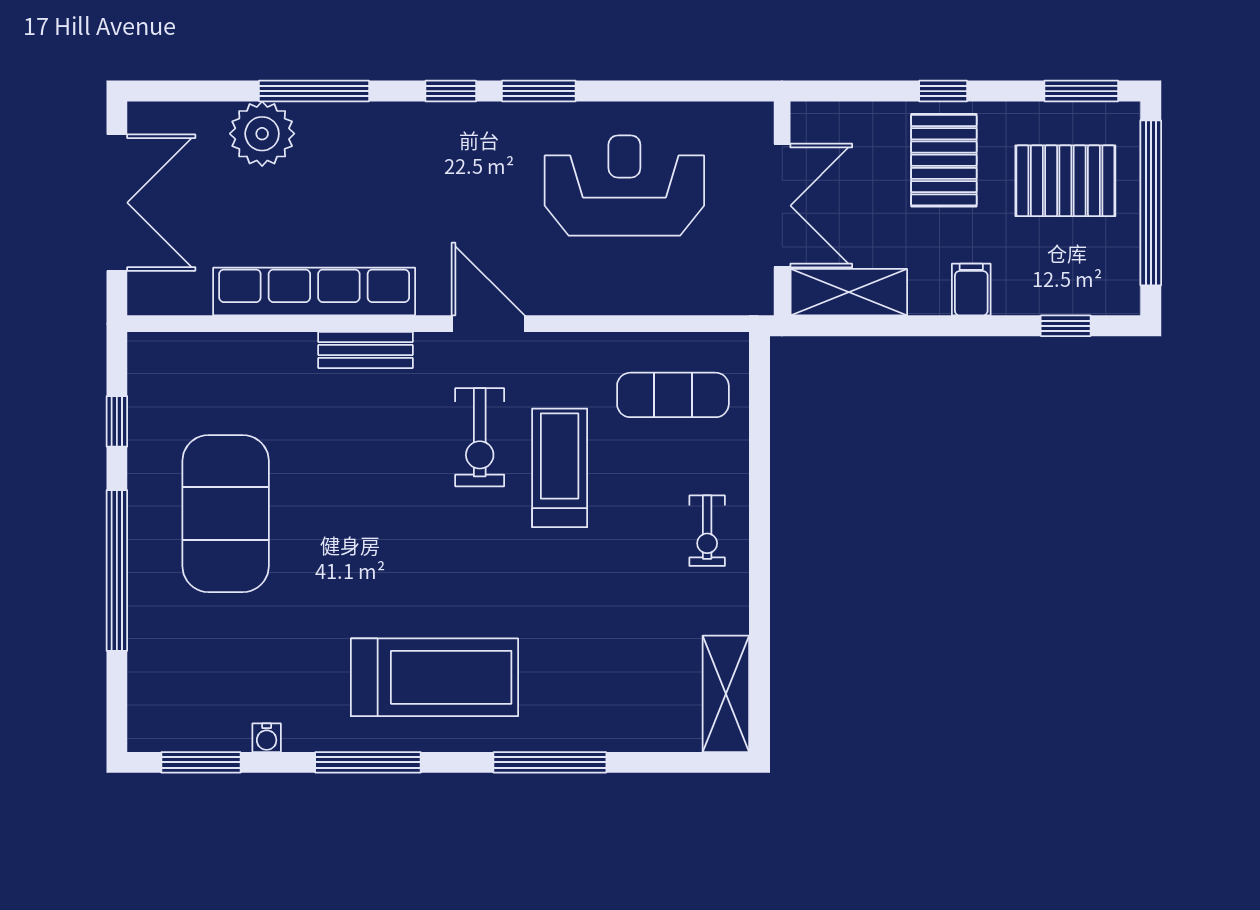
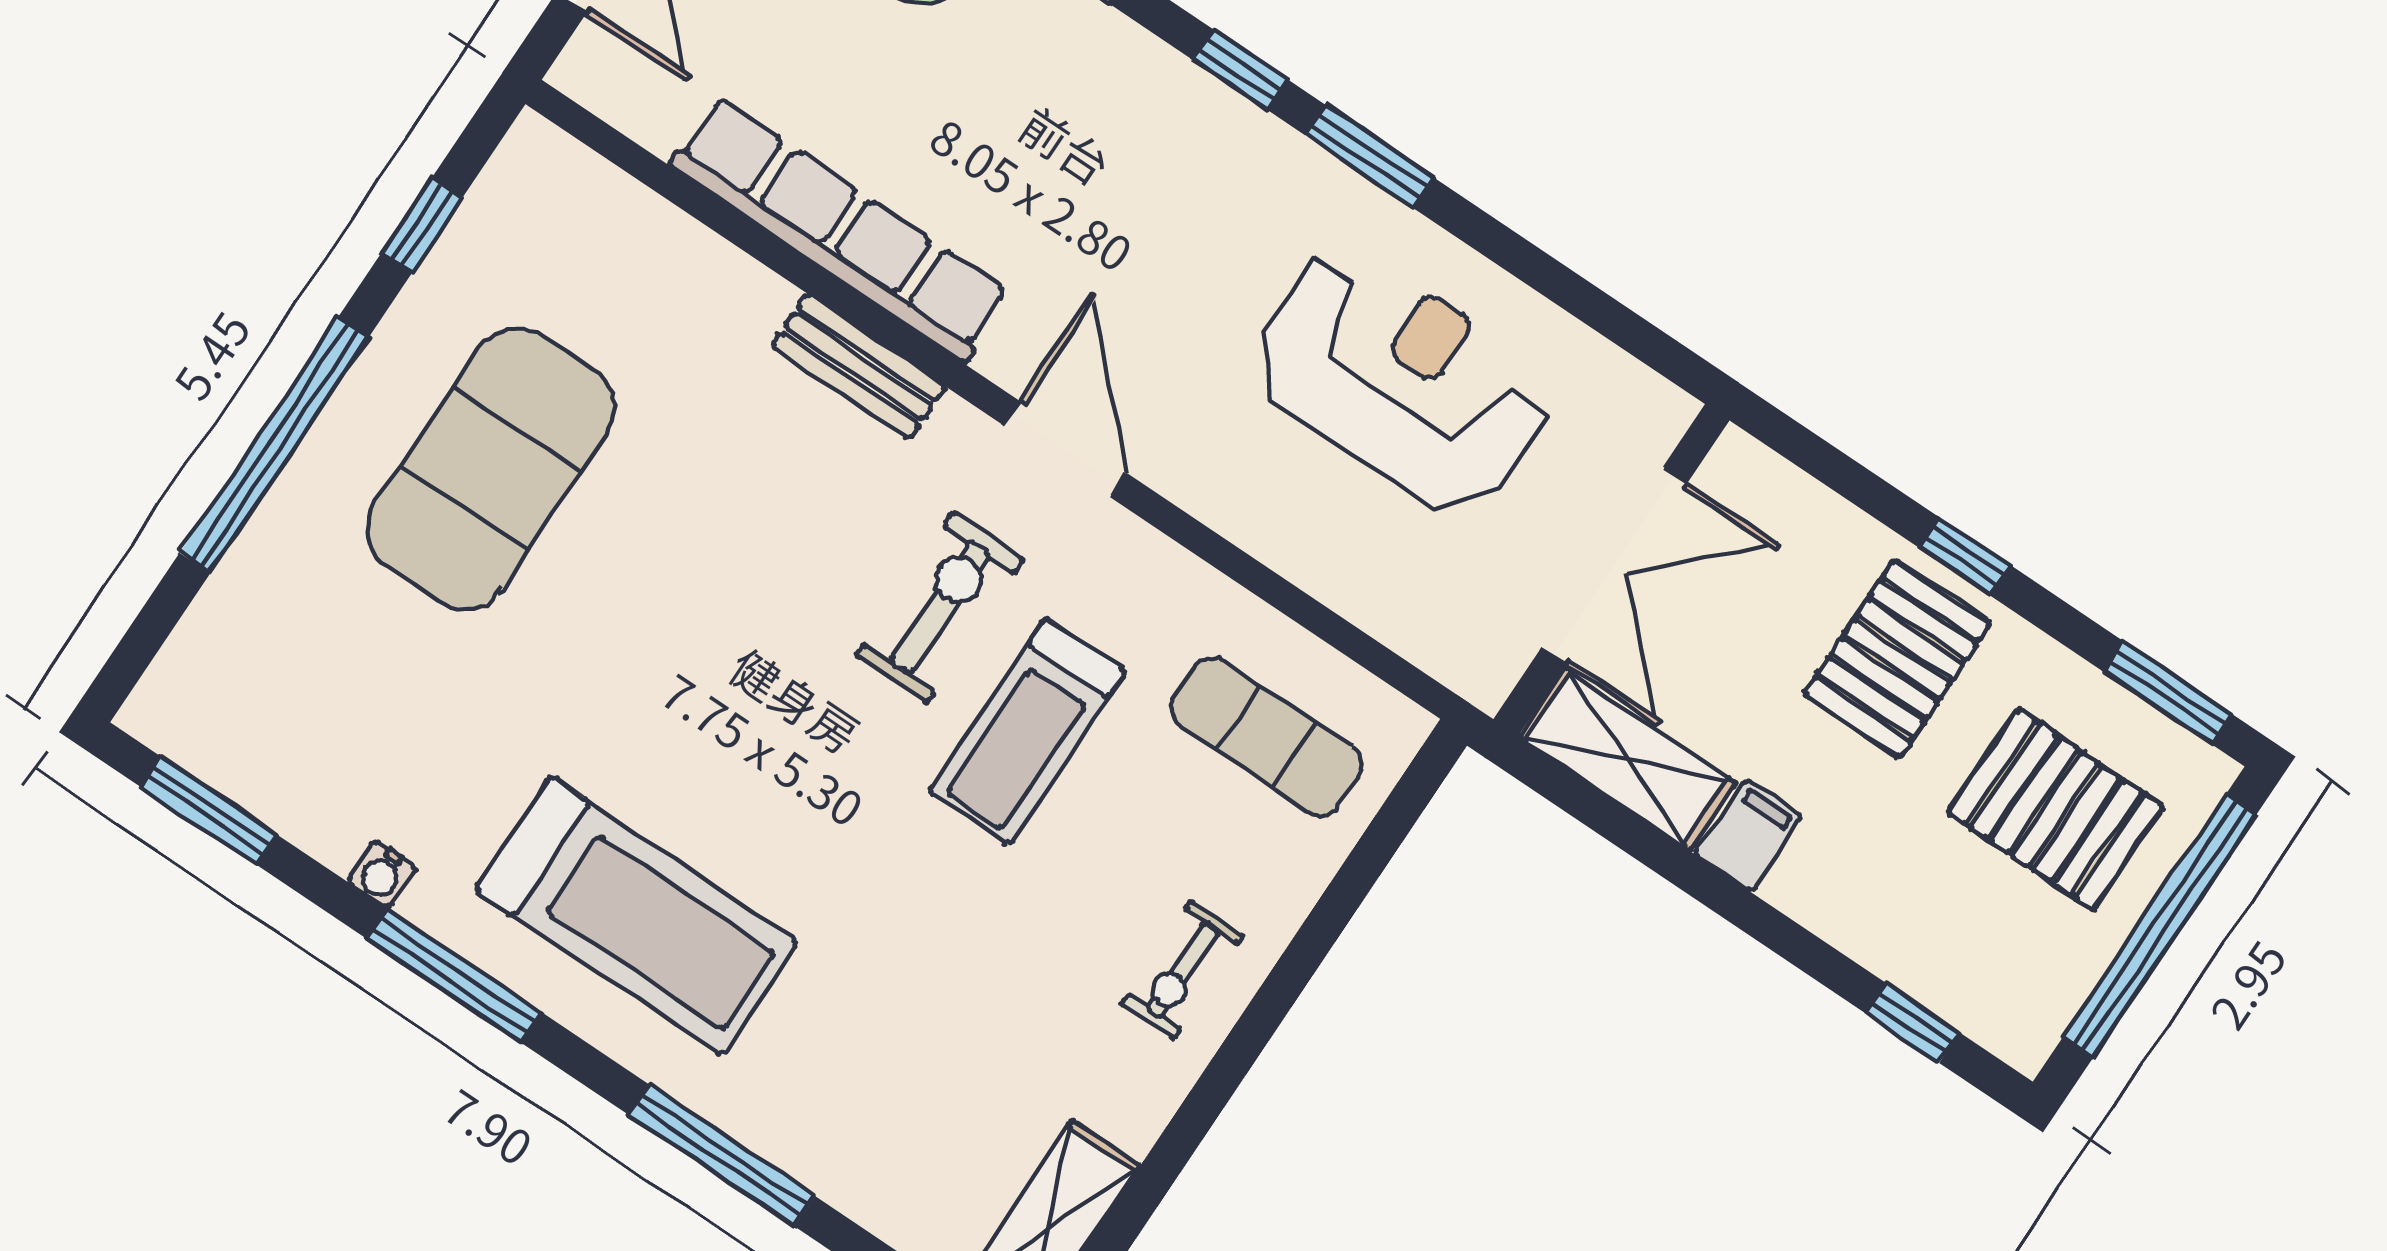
filing cabinet: (971, 290) -> (1749, 835), moved
exercise bike: (480, 437) -> (940, 608), turned 180
treadmill: (560, 468) -> (1027, 732), turned 180
water cooler: (267, 738) -> (382, 874), moved

